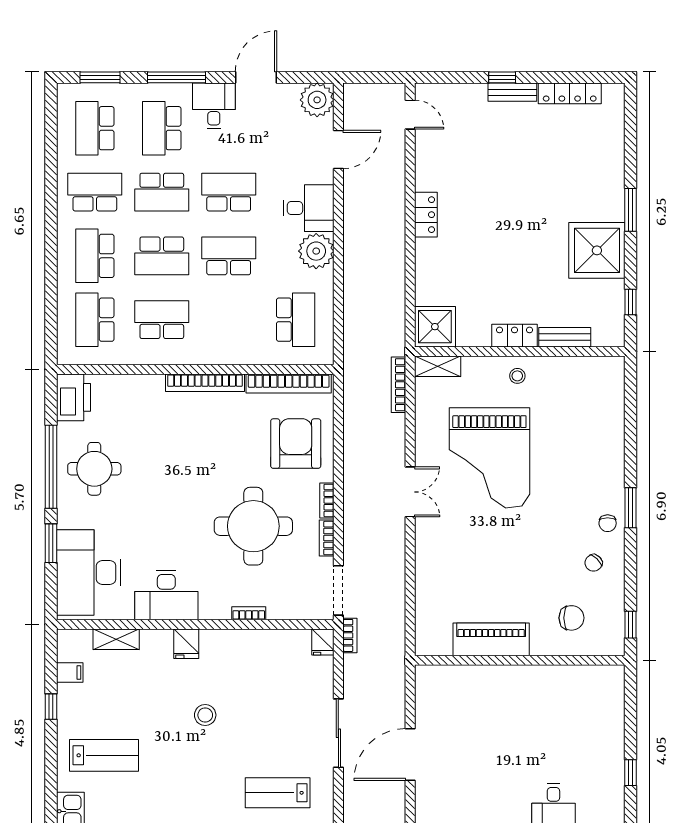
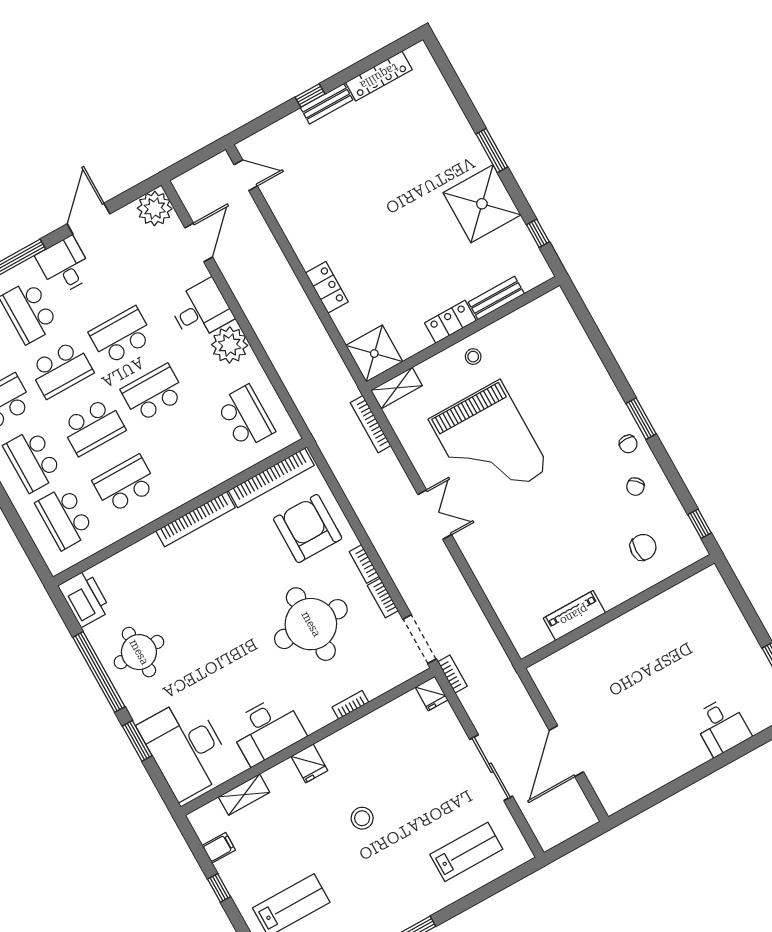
locker: (426, 215) -> (327, 287), moved
piano: (491, 639) -> (574, 615), width x0.73, depth x0.75
lab bench: (278, 793) -> (466, 852), turned 180

